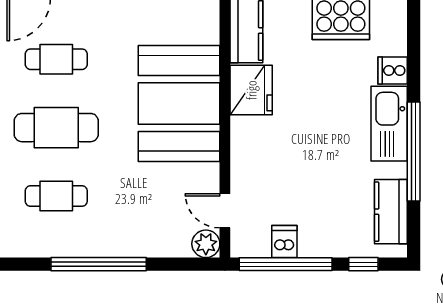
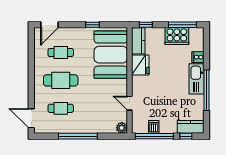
booth: (179, 103) -> (111, 55), moved
door: (225, 211) -> (130, 103), moved
kitchen counter: (391, 212) -> (191, 127), moved, turned 90

